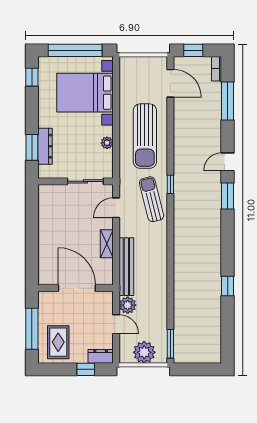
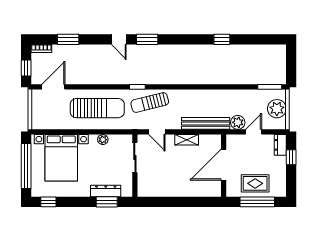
window: (228, 101) -> (68, 39), width x0.69
rug: (58, 342) -> (255, 183), moved

